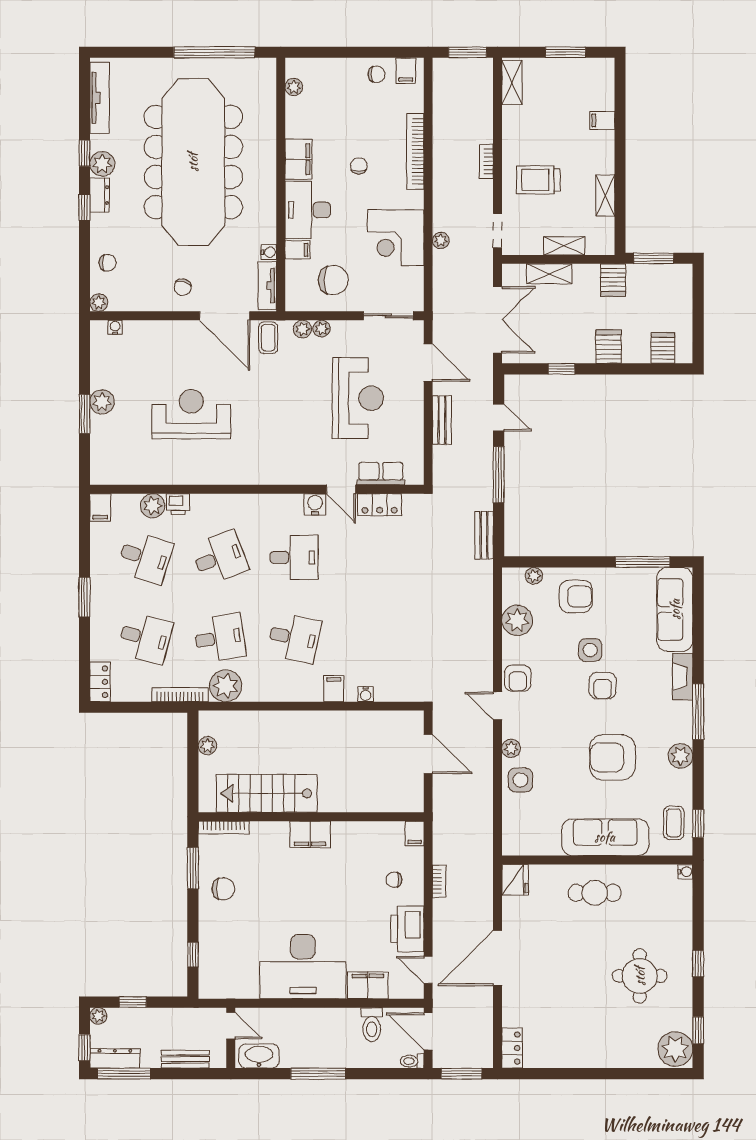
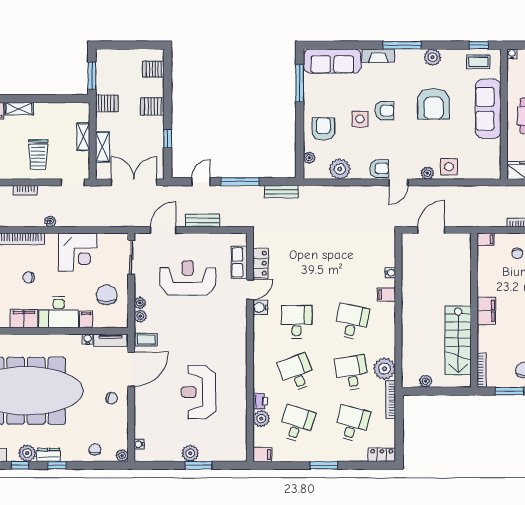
shelving: (605, 195) -> (19, 109), moved
plant: (441, 240) -> (50, 221), moved

